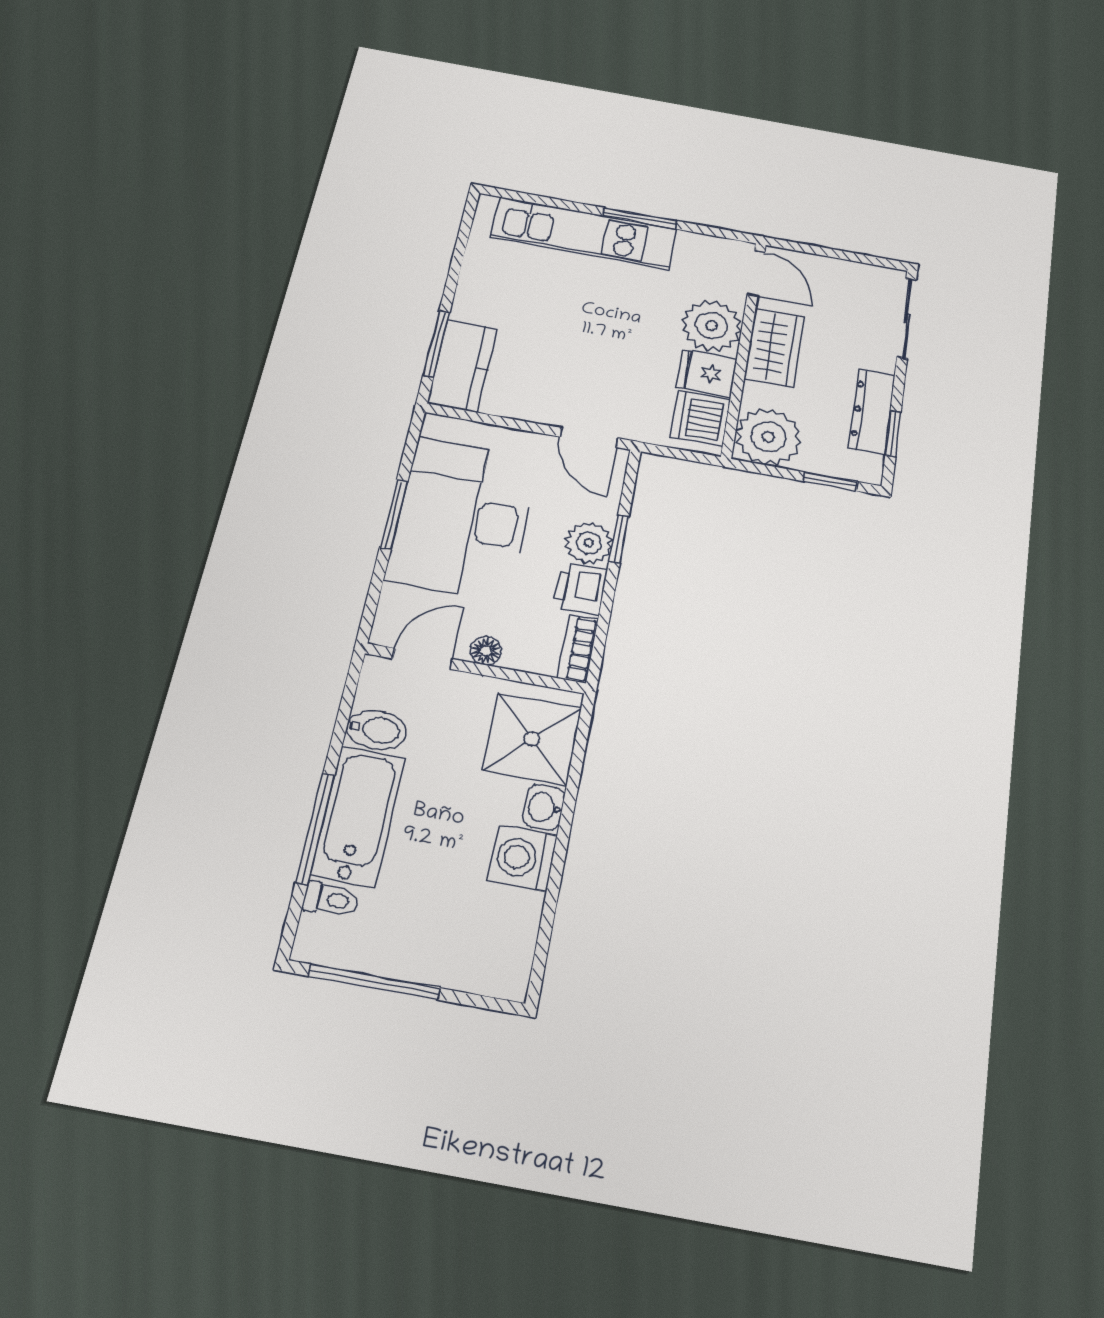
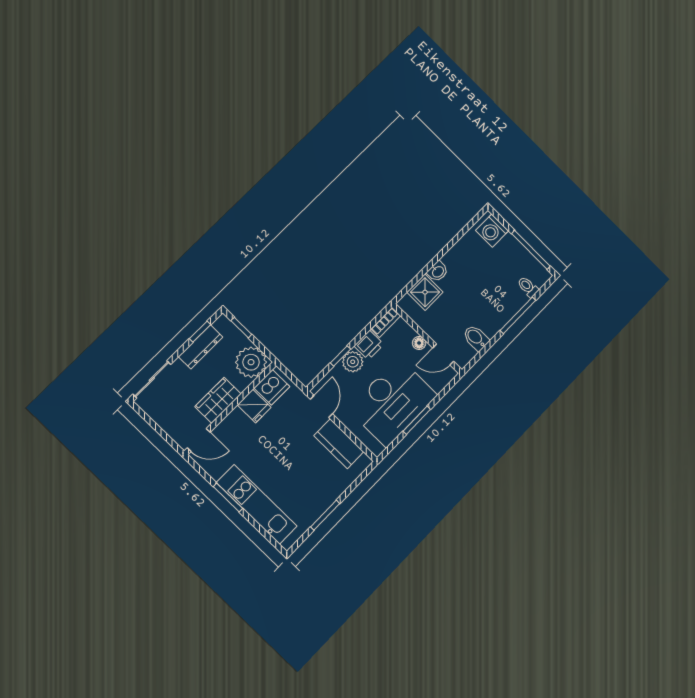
door: (756, 273) -> (199, 440), swing flipped
plant: (712, 326) -> (236, 427), removed
window: (436, 344) -> (325, 515), moved
kitchen counter: (462, 366) -> (339, 444), moved, turned -90
shower: (532, 739) -> (425, 292), width x0.73, depth x0.73
bathtub: (358, 816) -> (501, 310), removed
washing machine: (523, 858) -> (492, 231), moved, turned 90

